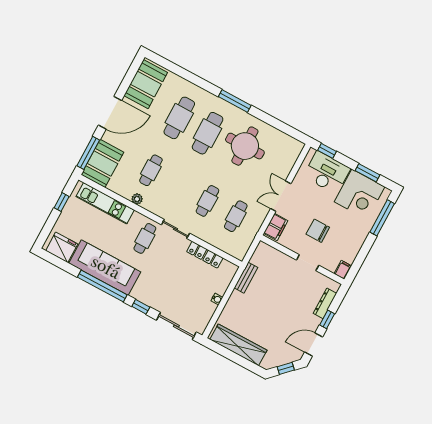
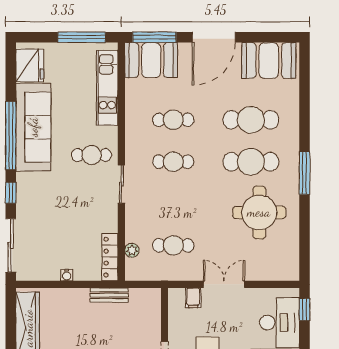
door: (110, 113) -> (214, 37), hinge flipped
plant: (137, 199) -> (132, 250), moved
cafe table: (207, 201) -> (173, 162), moved
window: (62, 202) -> (82, 37), width x2.17
filing cabinet: (276, 227) -> (193, 298), width x0.50
locker: (205, 255) -> (110, 257), moved

